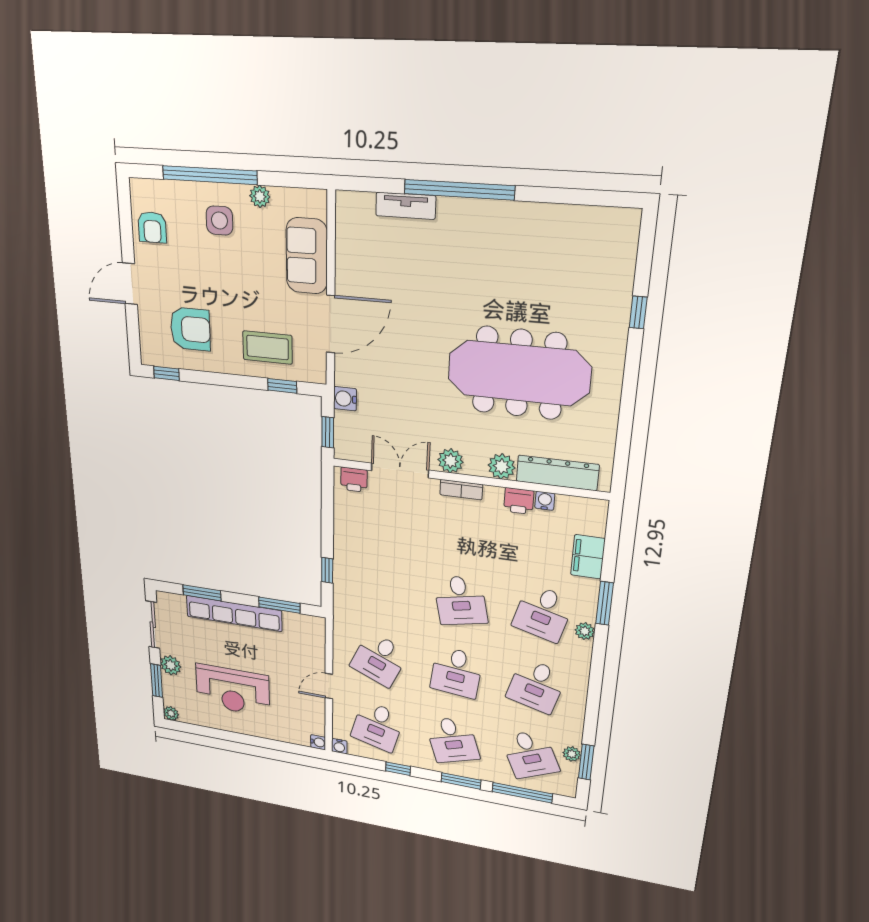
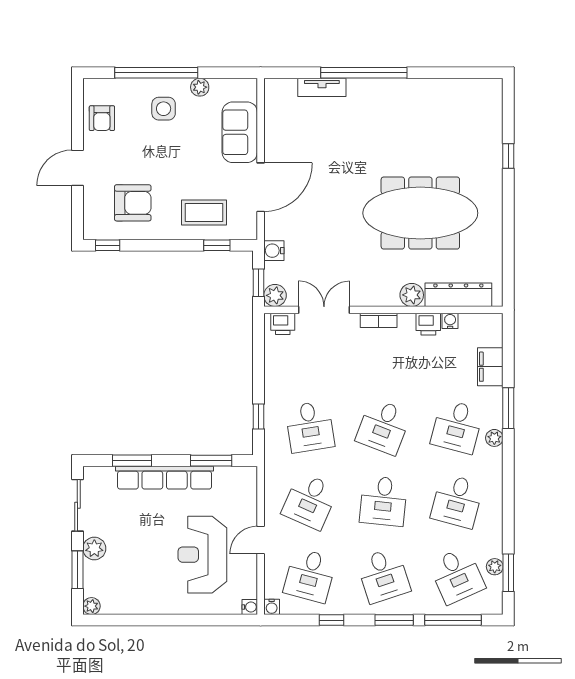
plant: (450, 461) -> (275, 295), moved
desk: (381, 588) -> (310, 427), added
desk: (460, 601) -> (383, 427), turned 33
reception desk: (233, 690) -> (202, 555), moved, turned 90

